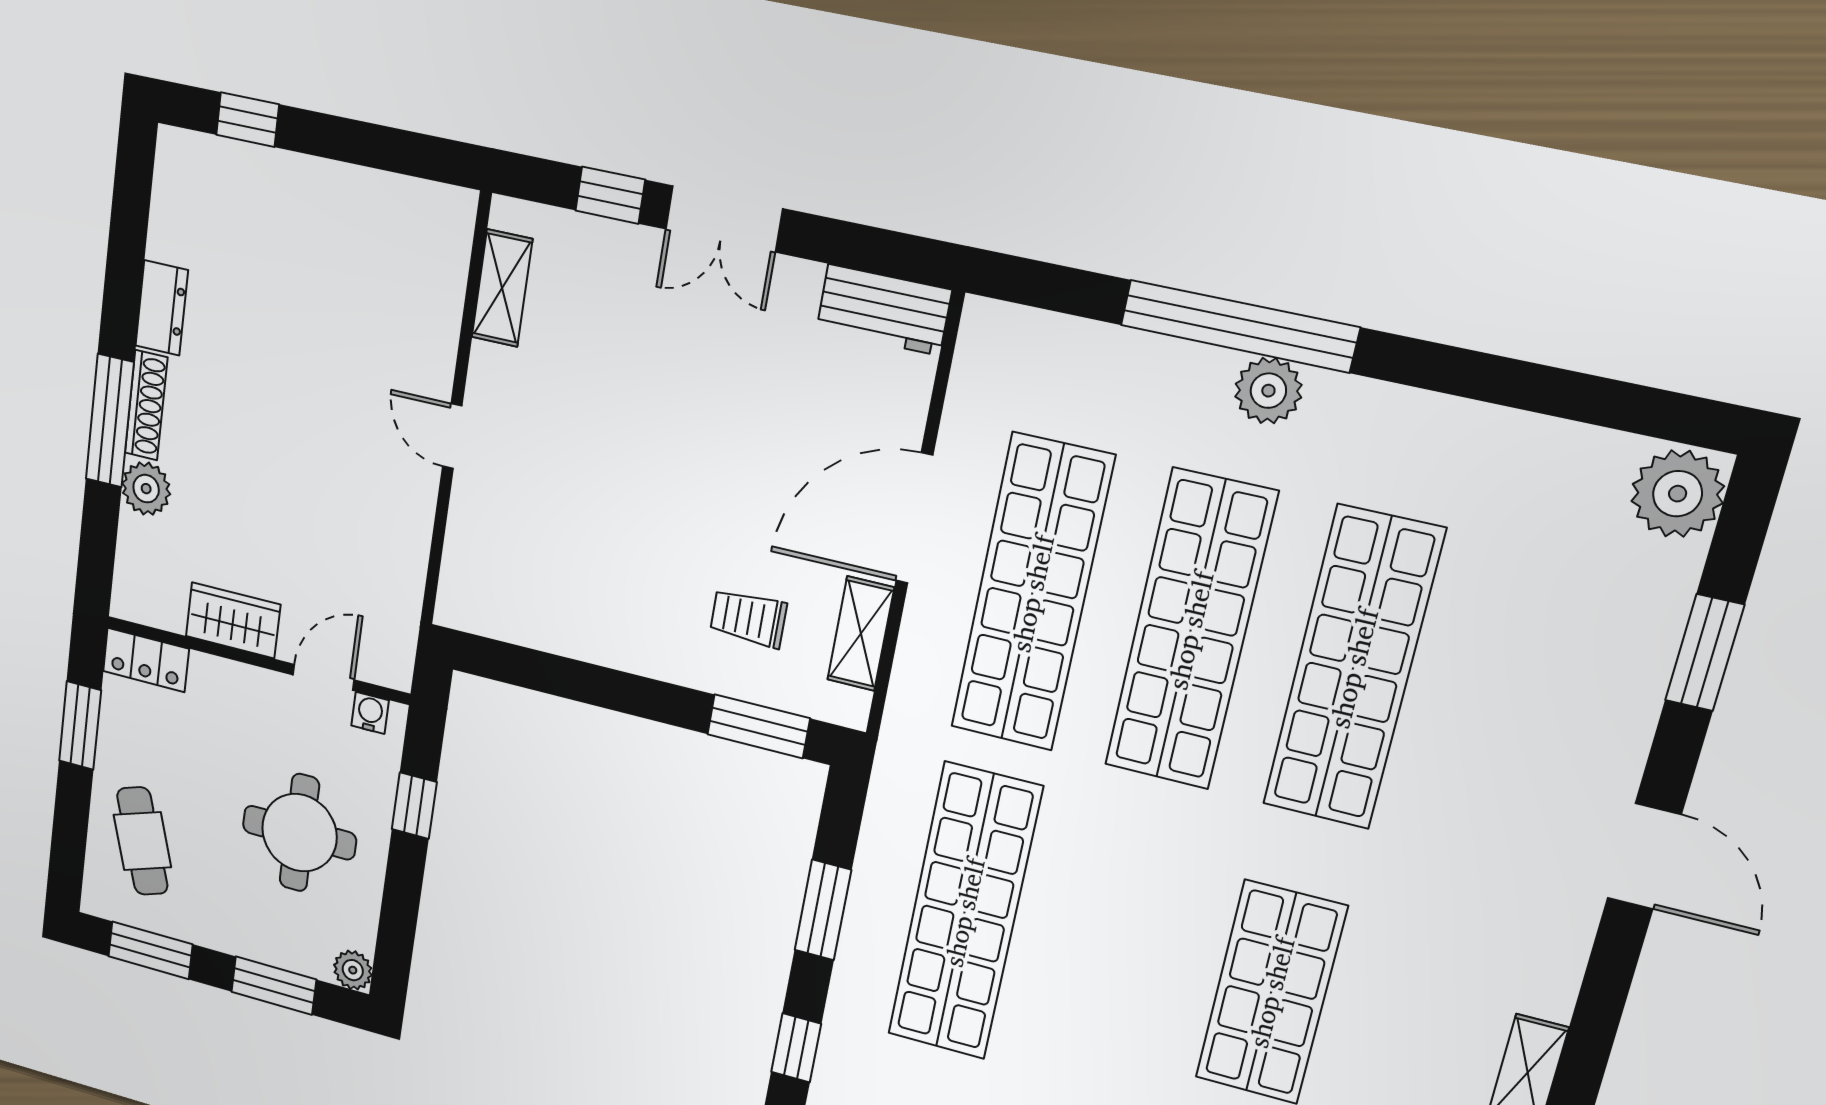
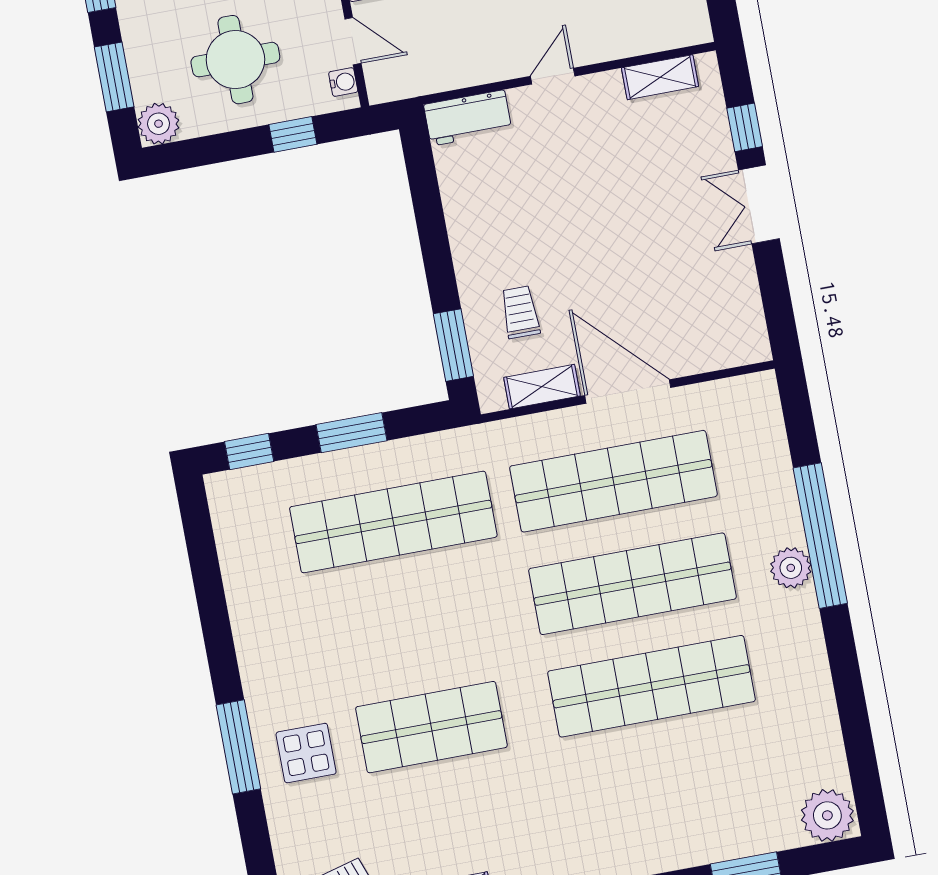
workbench: (884, 310) -> (468, 118), moved, turned -90
plant: (353, 970) -> (159, 124), width x1.38, depth x1.38

